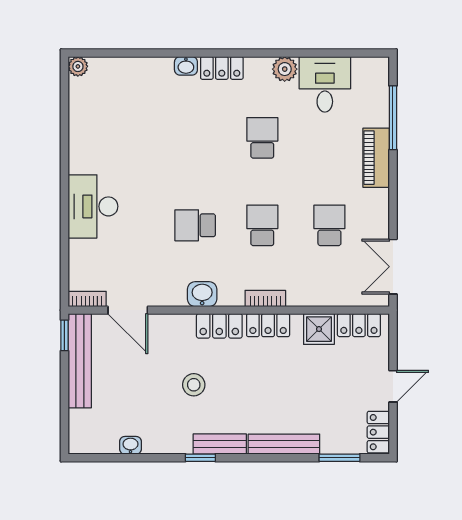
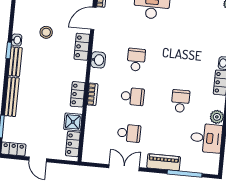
school desk: (262, 138) -> (180, 101), turned -90
double door: (393, 267) -> (124, 168), moved
locker: (219, 326) -> (82, 47), moved
stool: (194, 385) -> (46, 32), moved
washbasin: (130, 445) -> (17, 40), moved

